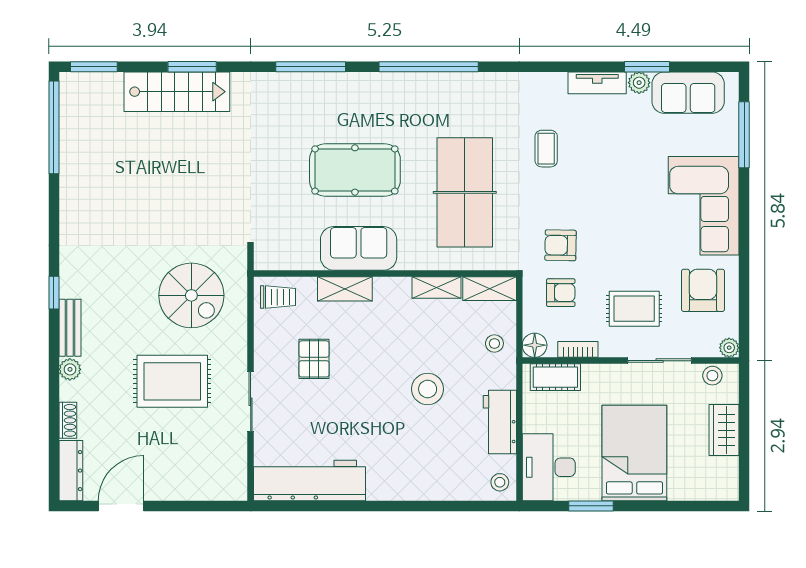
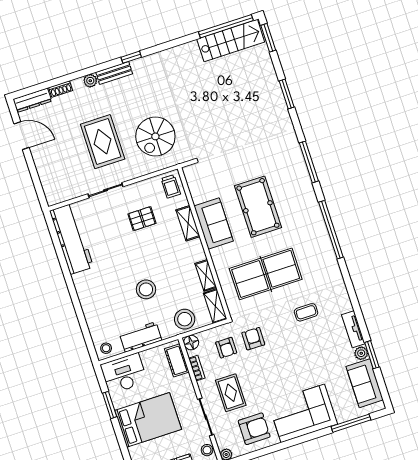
stairs: (177, 92) -> (231, 41), moved, turned -90
stool: (494, 343) -> (185, 319), width x1.89, depth x1.89

